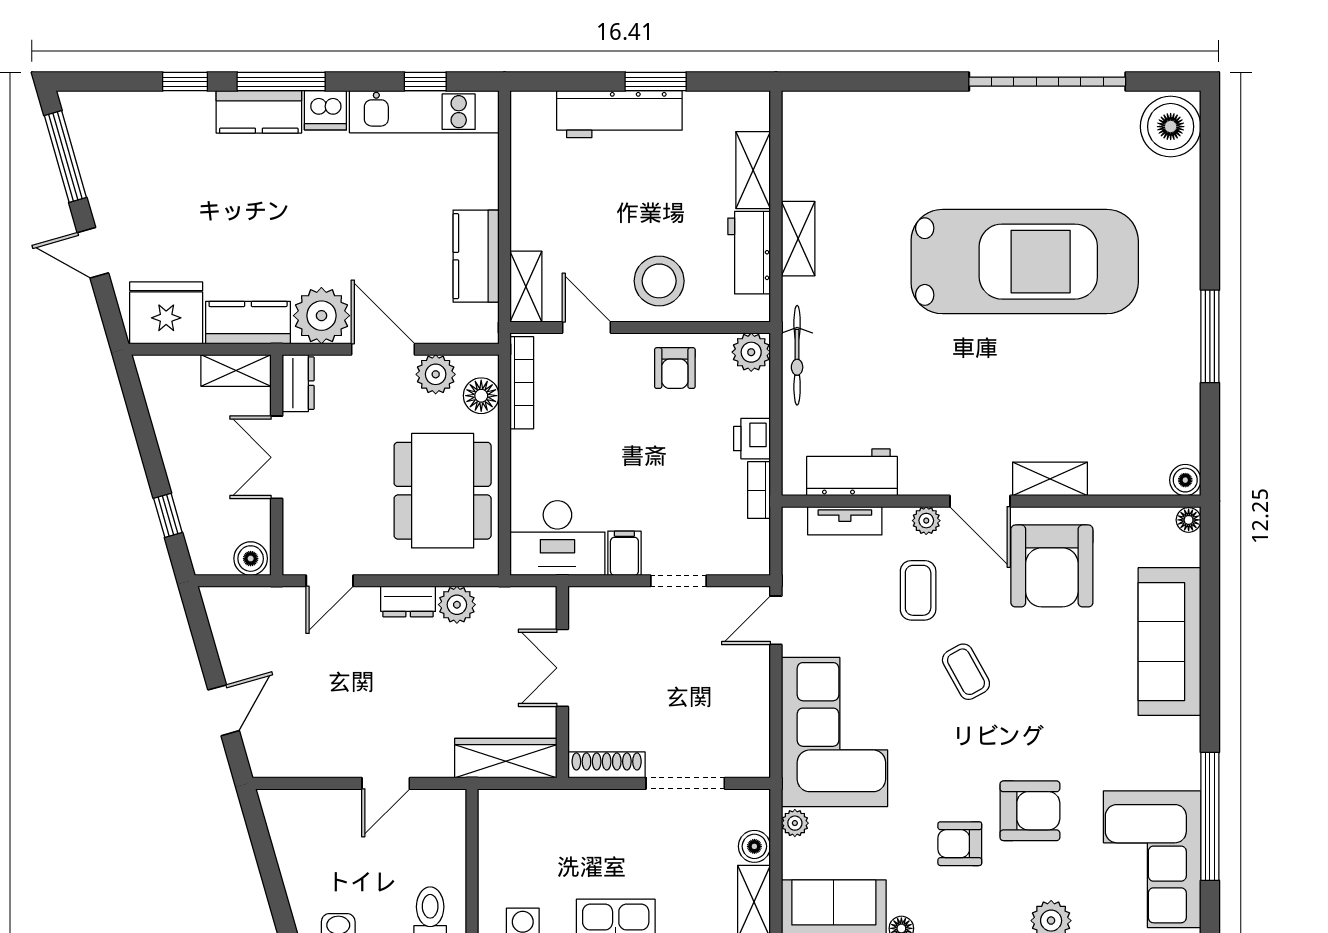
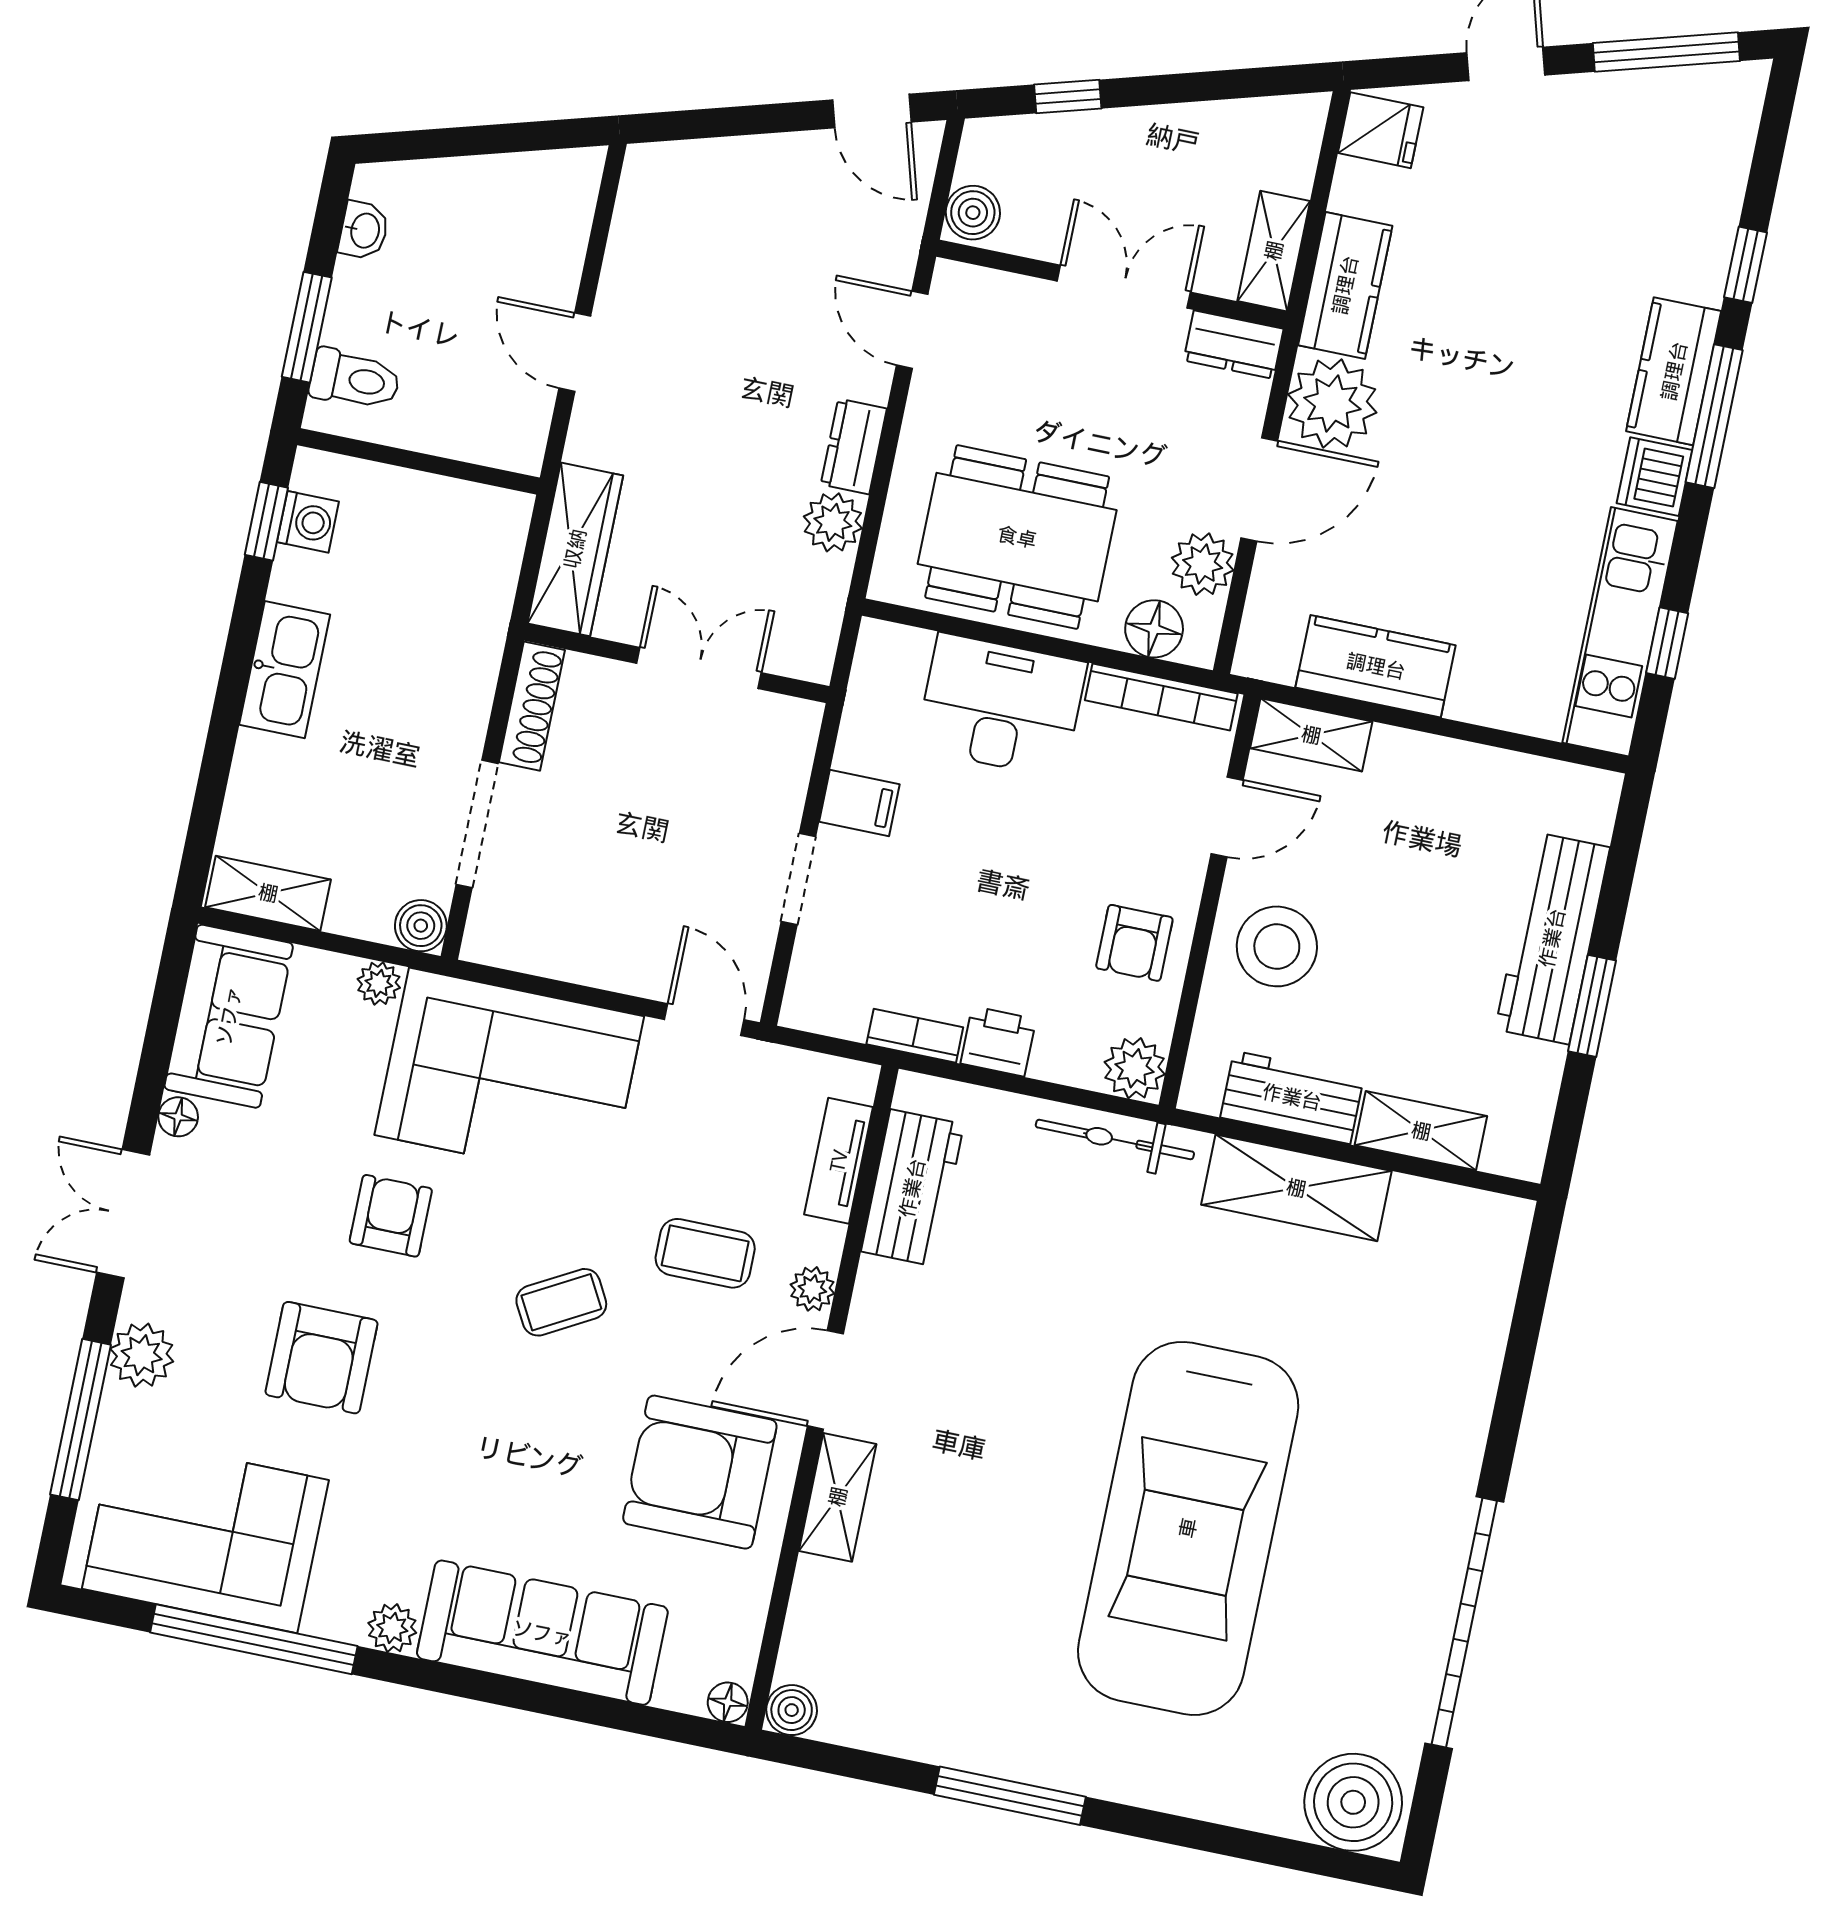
shelving: (798, 239) -> (1296, 1188), width x1.50, depth x1.33
fridge: (166, 313) -> (1381, 130), width x0.53, depth x0.75
armchair: (675, 368) -> (1134, 943), turned -90
desk: (557, 538) -> (1001, 706), moved, turned 90
door: (224, 710) -> (872, 111), moved
plant: (1186, 734) -> (392, 1628), added
armchair: (960, 844) -> (391, 1216), moved
boiler: (754, 846) -> (421, 926), moved

